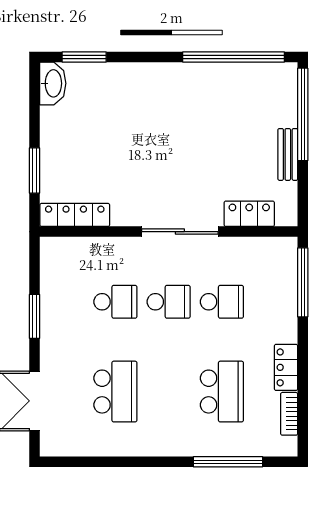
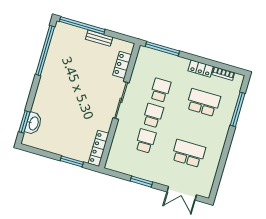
washbasin: (53, 83) -> (33, 123), moved, turned 90

